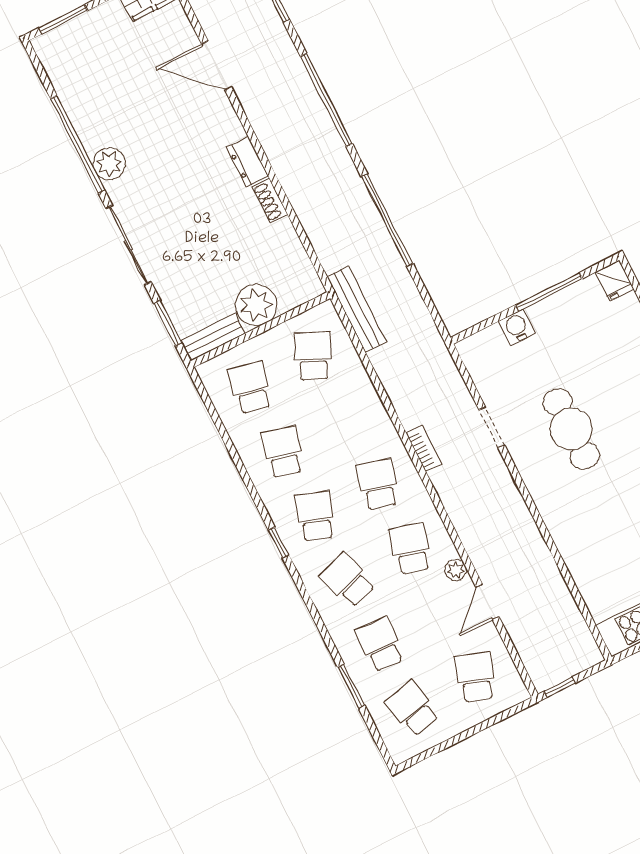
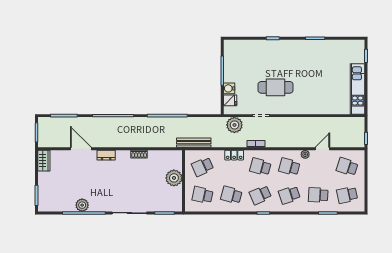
door: (216, 66) -> (81, 149), swing flipped
dresser: (247, 162) -> (106, 155), moved
plant: (109, 164) -> (82, 205), moved
fridge: (614, 281) -> (230, 100), moved
bench: (213, 337) -> (178, 199), removed
school desk: (313, 356) -> (203, 167), turned -48
plant: (442, 380) -> (234, 125), added
locker: (374, 413) -> (234, 155), added
school desk: (315, 516) -> (260, 195), turned -42
door: (488, 602) -> (322, 149), swing flipped

